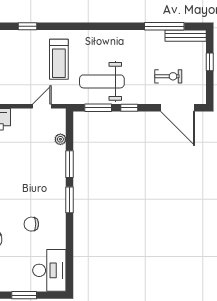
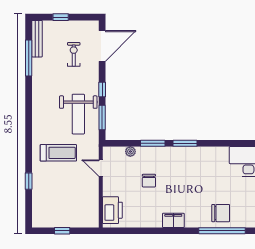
chair: (31, 224) -> (149, 181), moved

